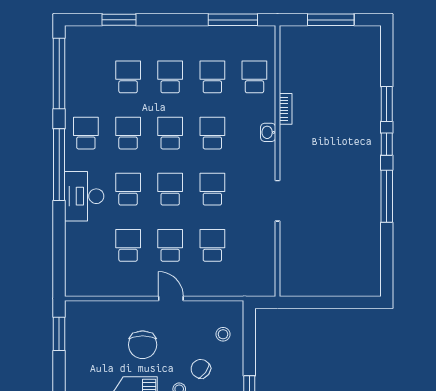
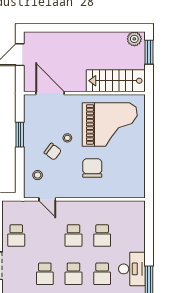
school desk: (212, 245) -> (16, 236), moved
door: (171, 299) -> (47, 199), moved
window: (59, 334) -> (149, 175), removed

